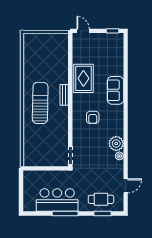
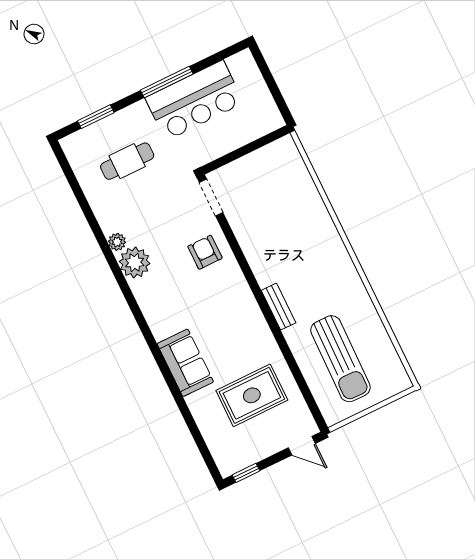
rug: (83, 78) -> (252, 395), moved, turned 90
sun lounger: (40, 103) -> (340, 359), moved
armchair: (93, 117) -> (205, 252), moved
door: (126, 186) -> (77, 191), removed
cafe table: (101, 199) -> (127, 161), moved

